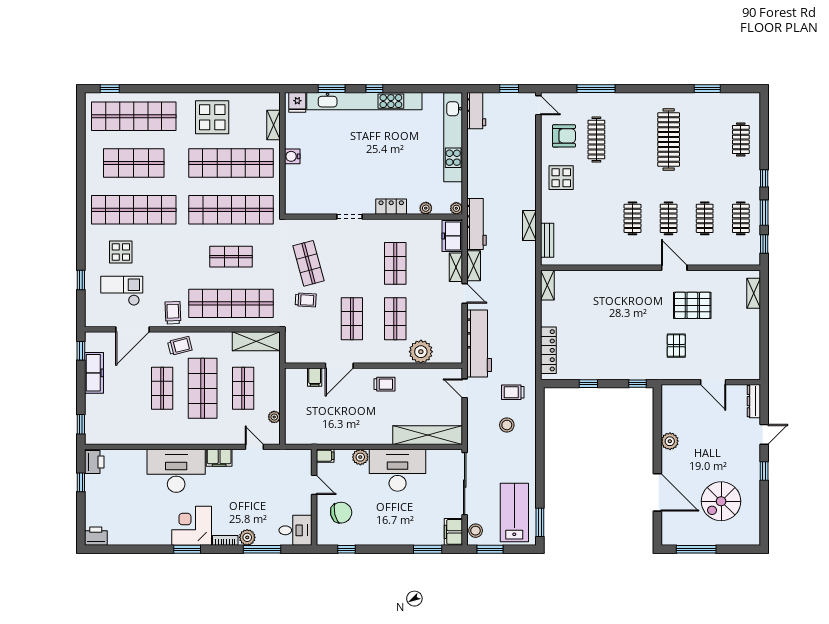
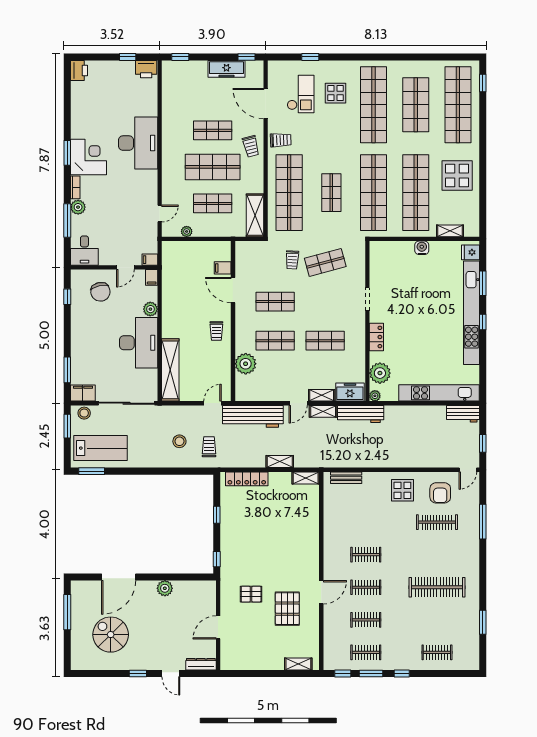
plant: (426, 208) -> (380, 373), width x1.87, depth x1.87
shelving: (529, 225) -> (280, 462), moved
filing cabinet: (219, 458) -> (150, 260), moved, width x0.50

